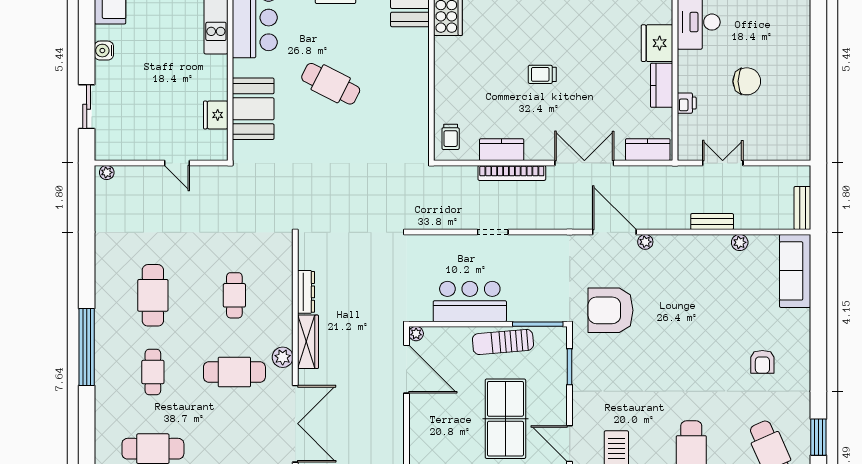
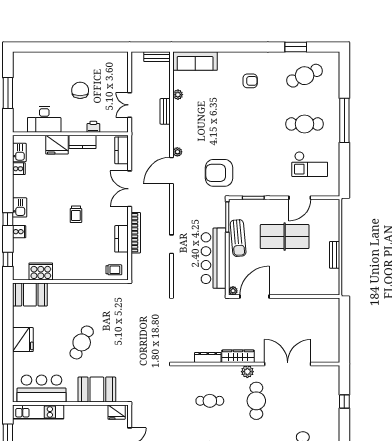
fridge: (216, 115) -> (117, 412), moved
bar counter: (470, 301) -> (214, 258), width x1.36
armchair: (611, 310) -> (219, 173), turned 90

